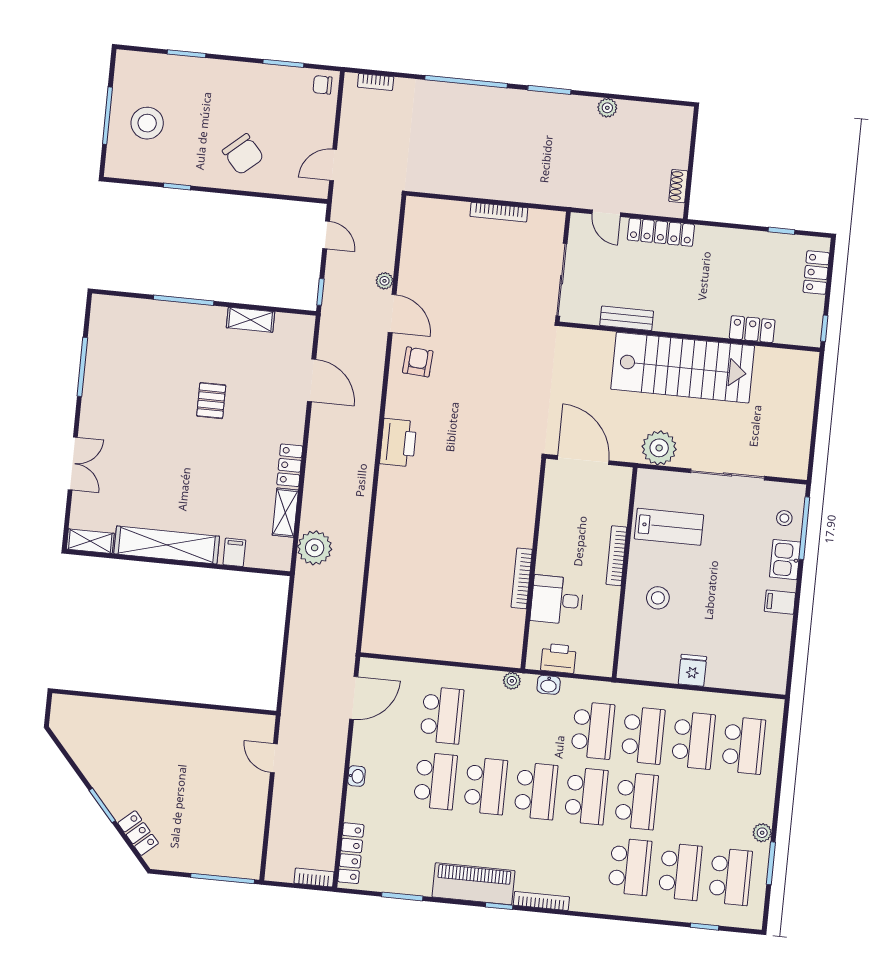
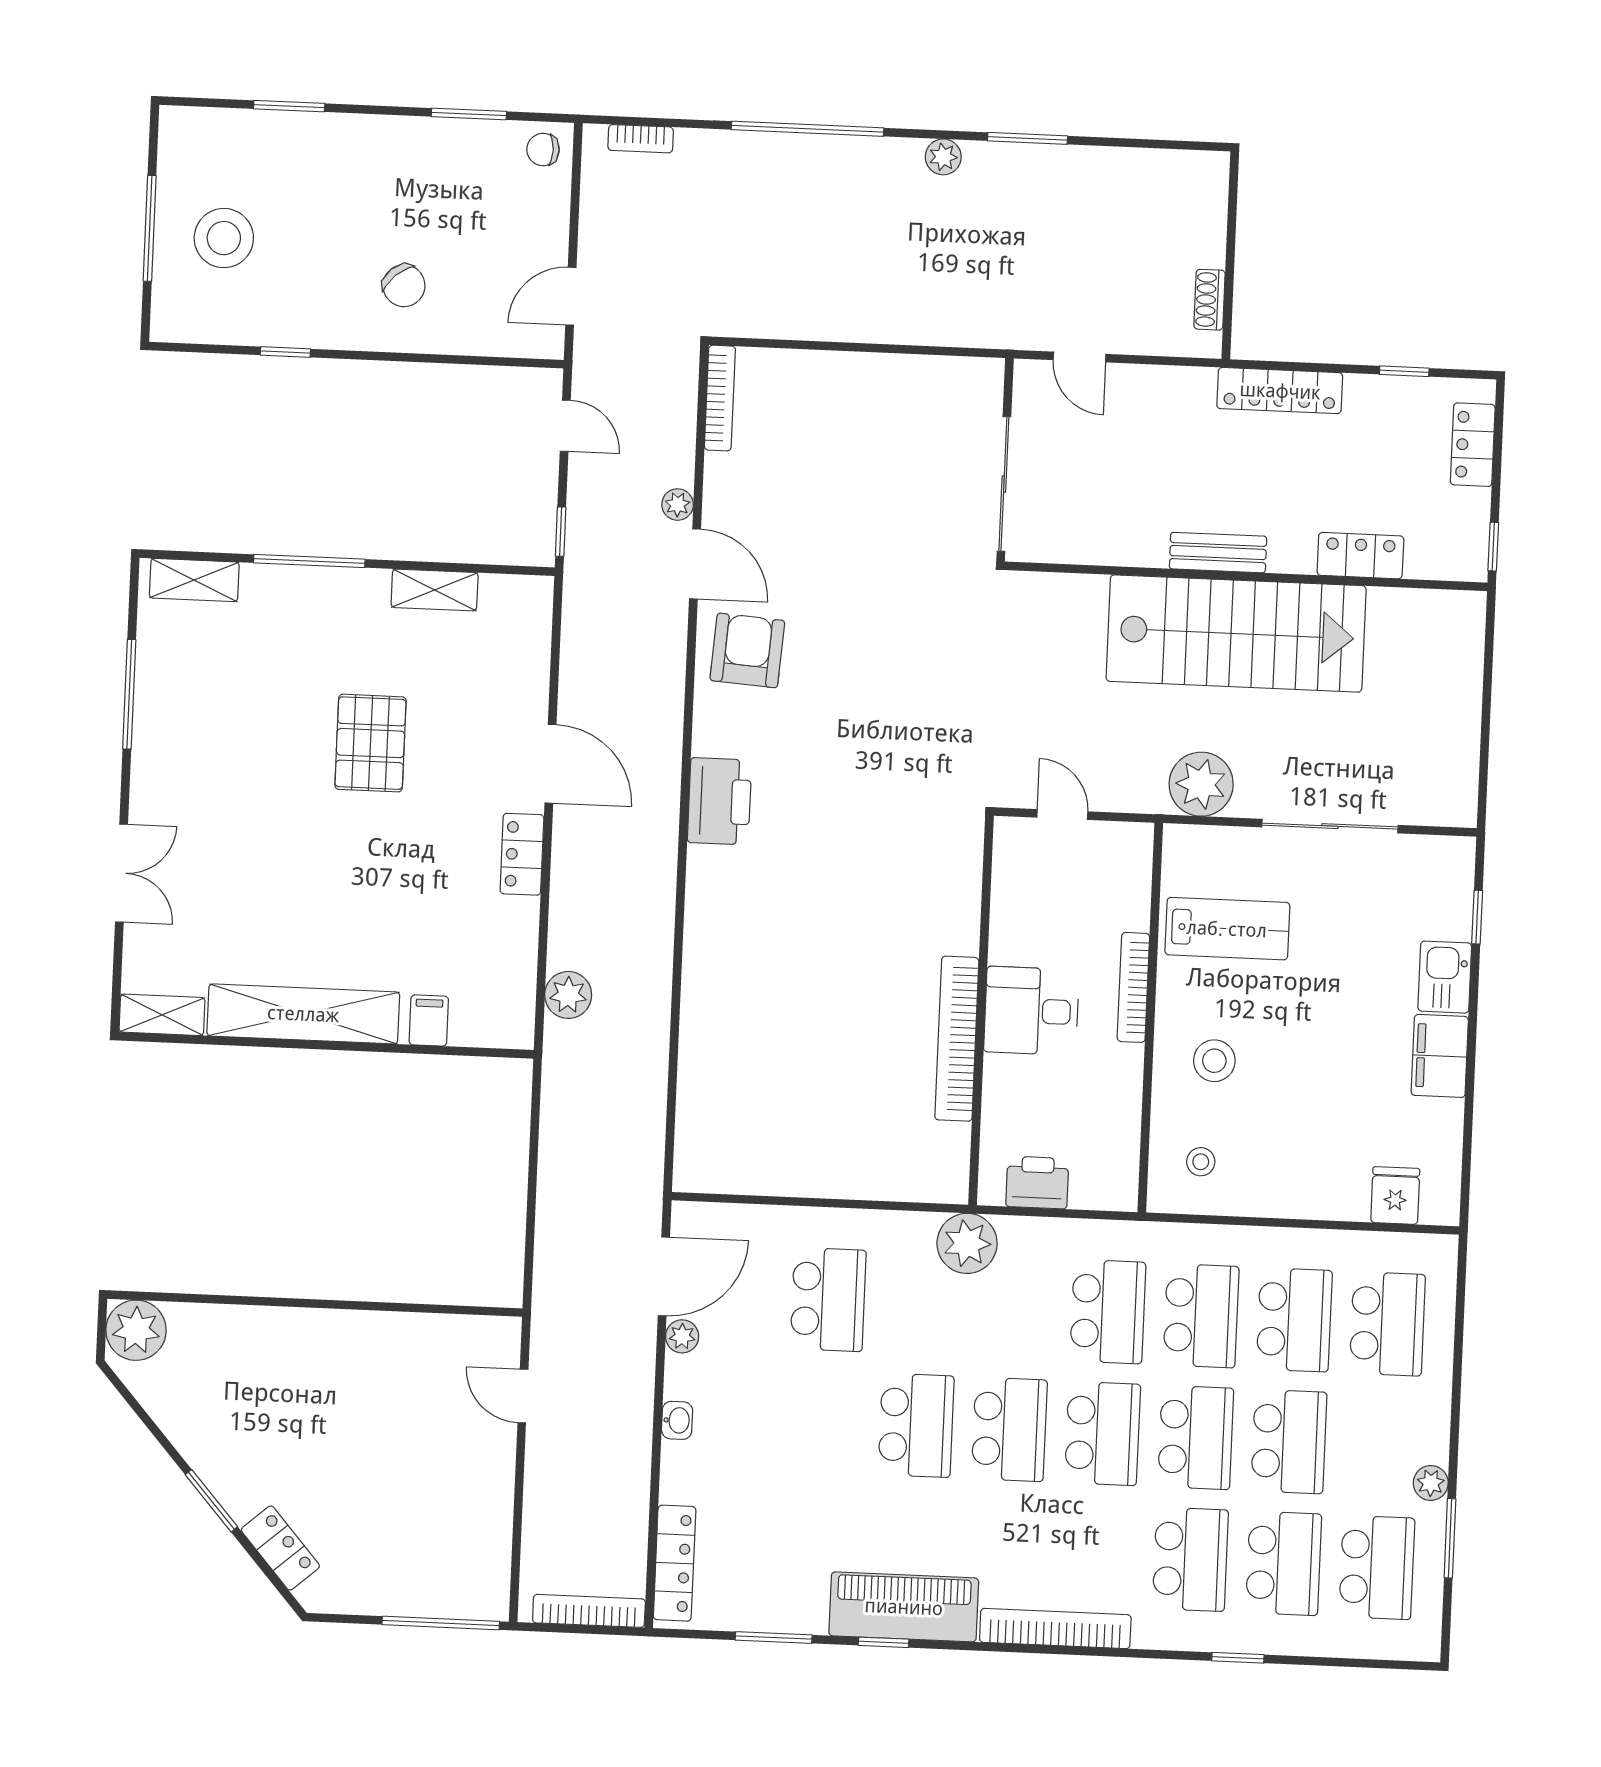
window: (549, 90) -> (1027, 138), moved
plant: (607, 108) -> (943, 157), moved
chair: (243, 154) -> (404, 286), width x0.73, depth x0.73
bookcase: (499, 212) -> (720, 398), moved, turned -90
locker: (661, 232) -> (1280, 391), moved
bench: (627, 318) -> (1218, 553), moved
armchair: (418, 362) -> (747, 650), width x1.38, depth x1.38
door: (312, 380) -> (551, 764), moved
pallet: (211, 401) -> (370, 743), width x1.50, depth x1.42
door: (583, 460) -> (1062, 814), width x0.53
shelving: (285, 513) -> (194, 580), moved, turned 90
stool: (784, 518) -> (1201, 1162), moved
window: (804, 528) -> (1477, 917), width x0.46
plant: (315, 548) -> (568, 995), width x0.73, depth x0.73
bookcase: (522, 578) -> (957, 1039), width x1.48, depth x1.31
desk: (557, 600) -> (1031, 1011), moved
filing cabinet: (780, 602) -> (1440, 1056), width x2.00
fridge: (692, 670) -> (1395, 1195), moved
plant: (512, 681) -> (967, 1243), width x1.88, depth x1.88
washbasin: (549, 685) -> (1022, 1232), removed
plant: (67, 711) -> (136, 1330), added
plant: (362, 731) -> (682, 1336), added
school desk: (435, 781) -> (1289, 1442), moved
bookcase: (314, 878) -> (589, 1611), width x1.56
bookcase: (541, 901) -> (1055, 1628), width x1.48, depth x1.31
window: (499, 906) -> (884, 1642), moved
window: (705, 927) -> (1238, 1658), moved

